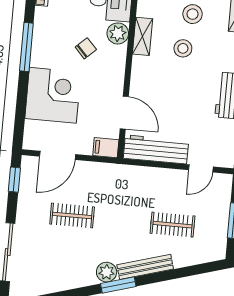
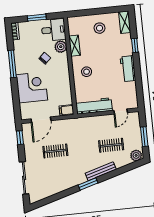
stool: (183, 48) -> (87, 72), moved
door: (124, 113) -> (73, 89), removed
plant: (107, 272) -> (136, 155), moved

